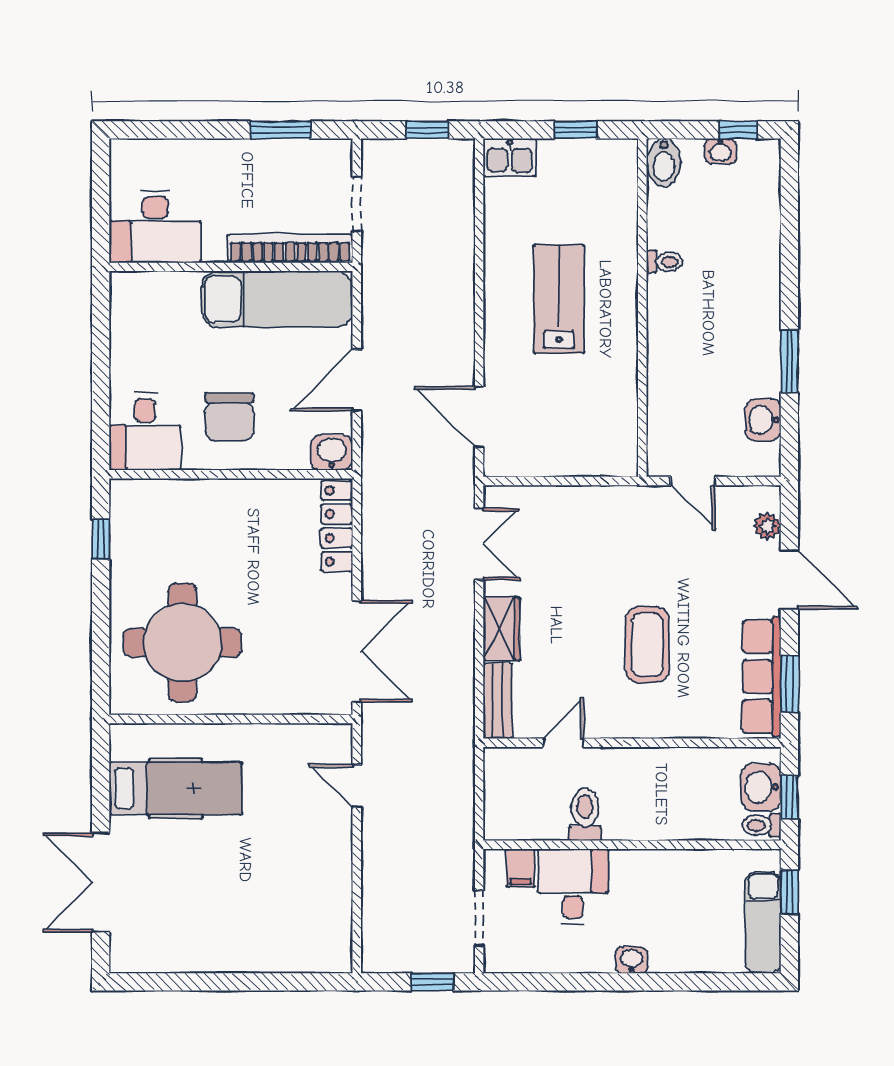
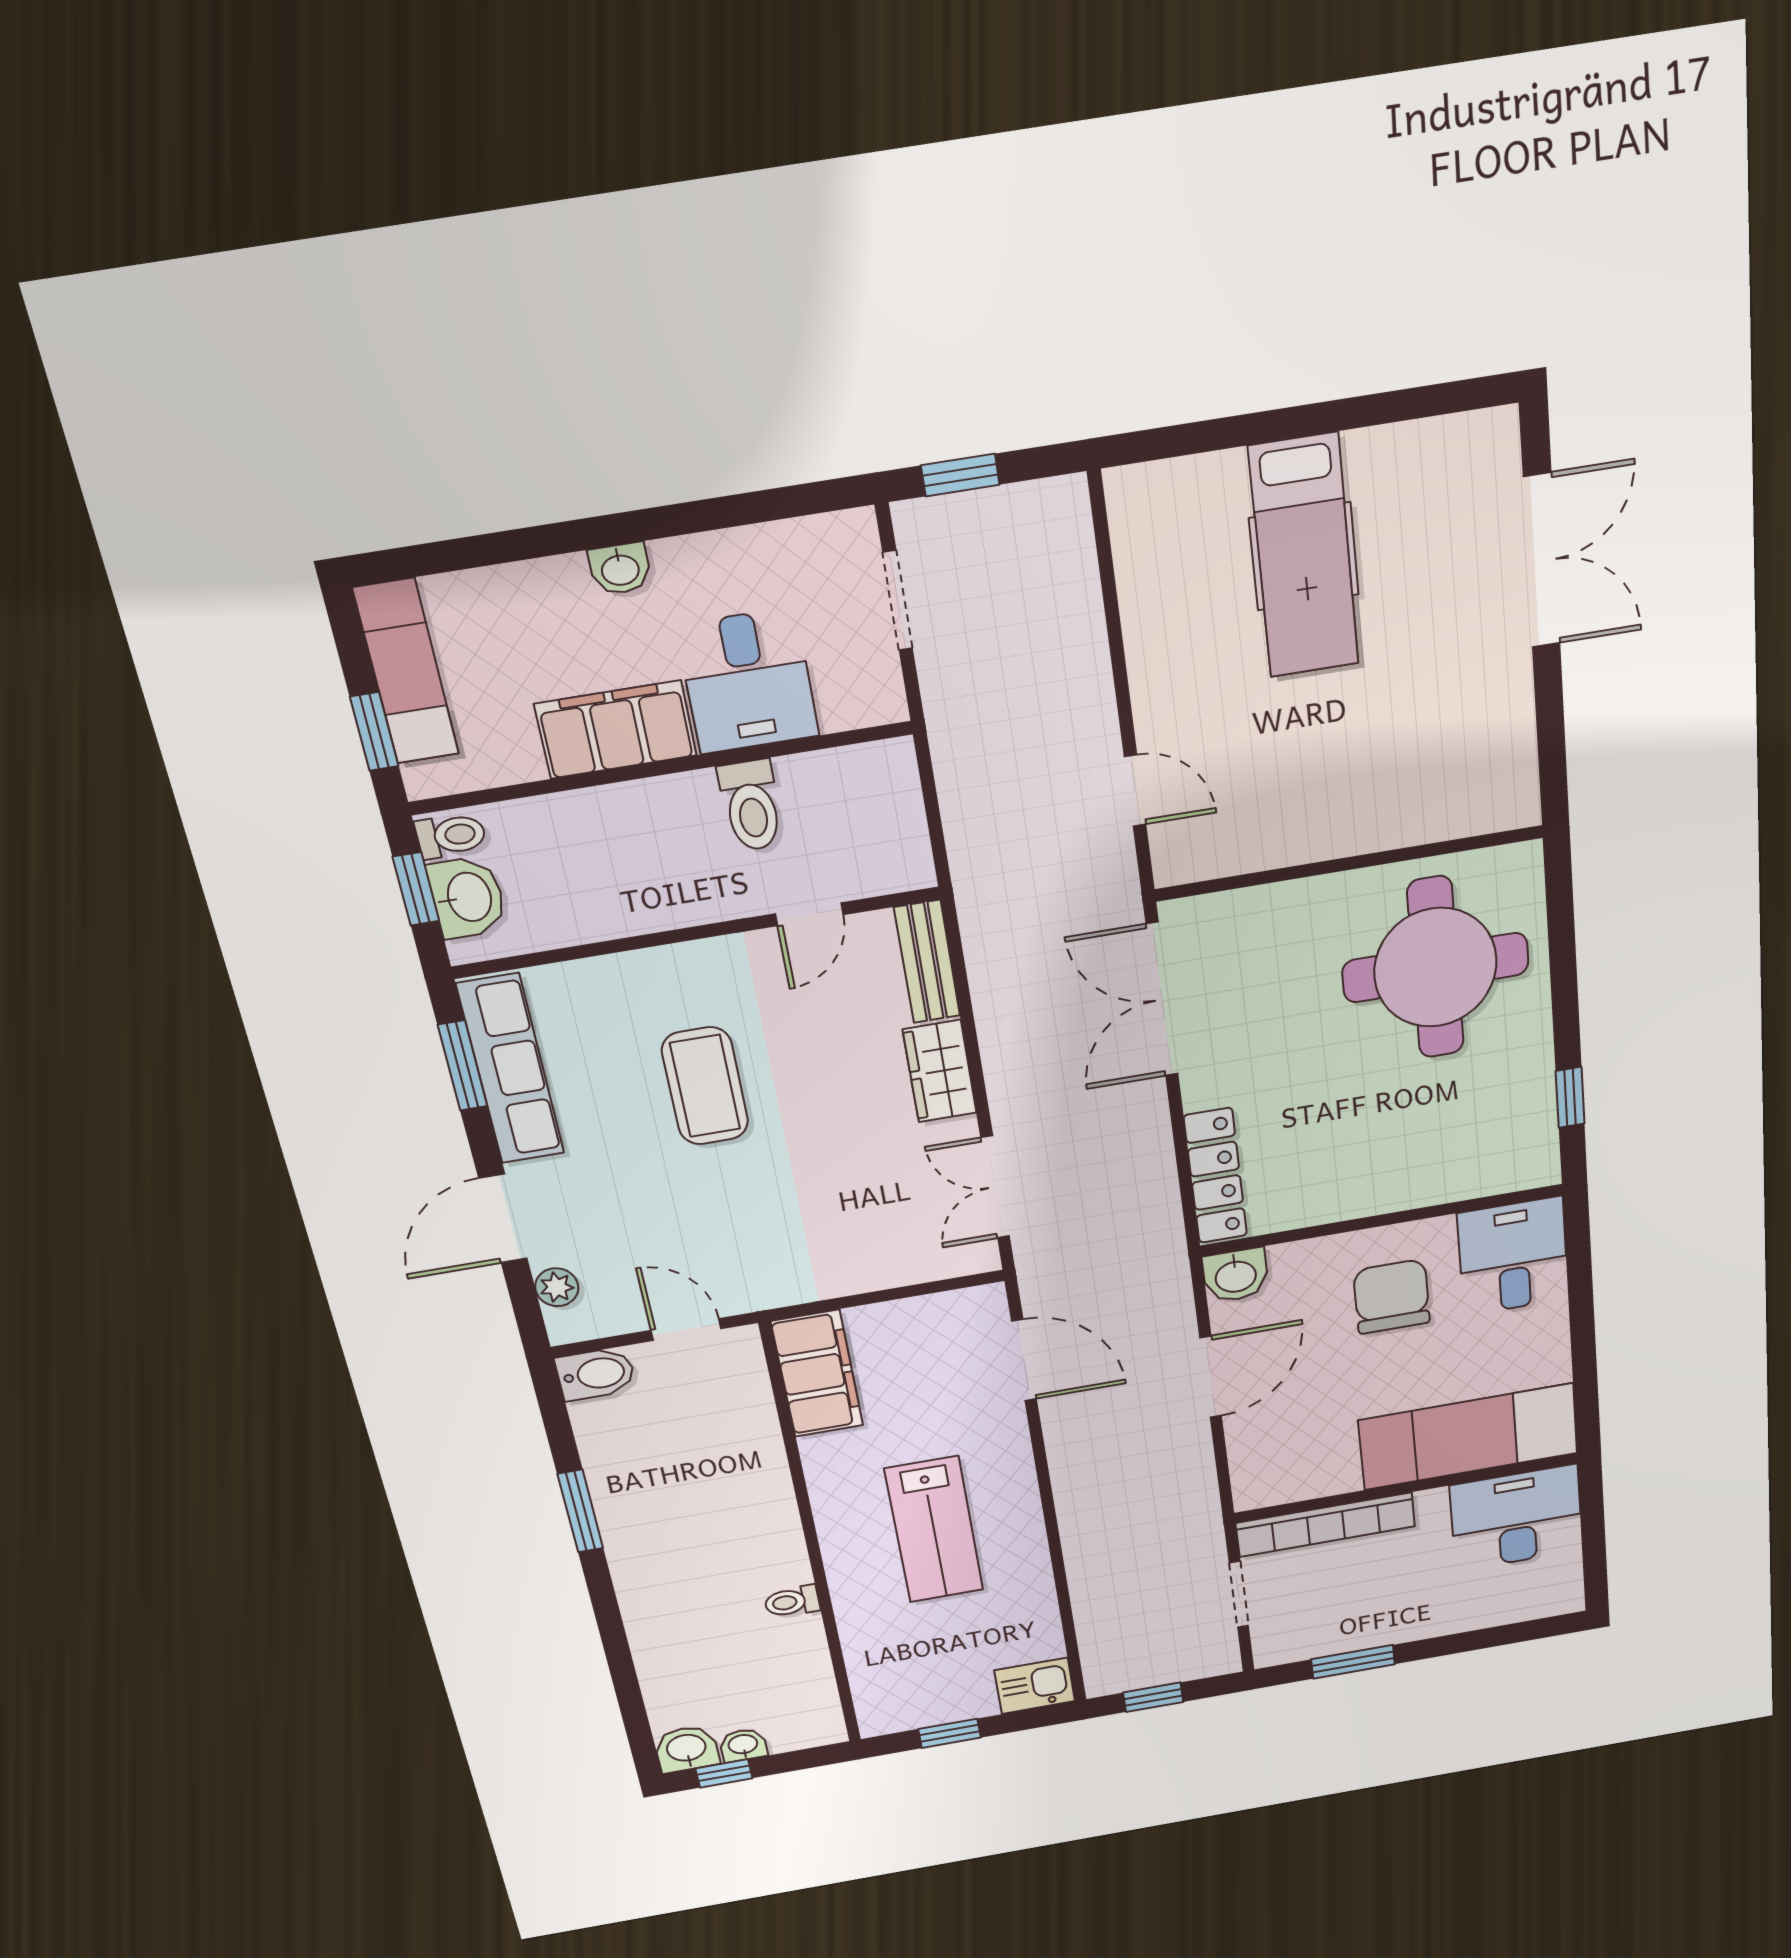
bidet: (664, 162) -> (596, 1374), moved, turned 90
exam couch: (277, 299) -> (1468, 1437), moved
washbasin: (763, 420) -> (687, 1749), moved, turned -90
filing cabinet: (615, 433) -> (817, 1374), added
door: (789, 579) -> (503, 1219), hinge flipped
hospital bed: (176, 788) -> (1304, 556), moved, turned -90
filing cabinet: (521, 868) -> (616, 730), moved, width x3.00, depth x1.17

